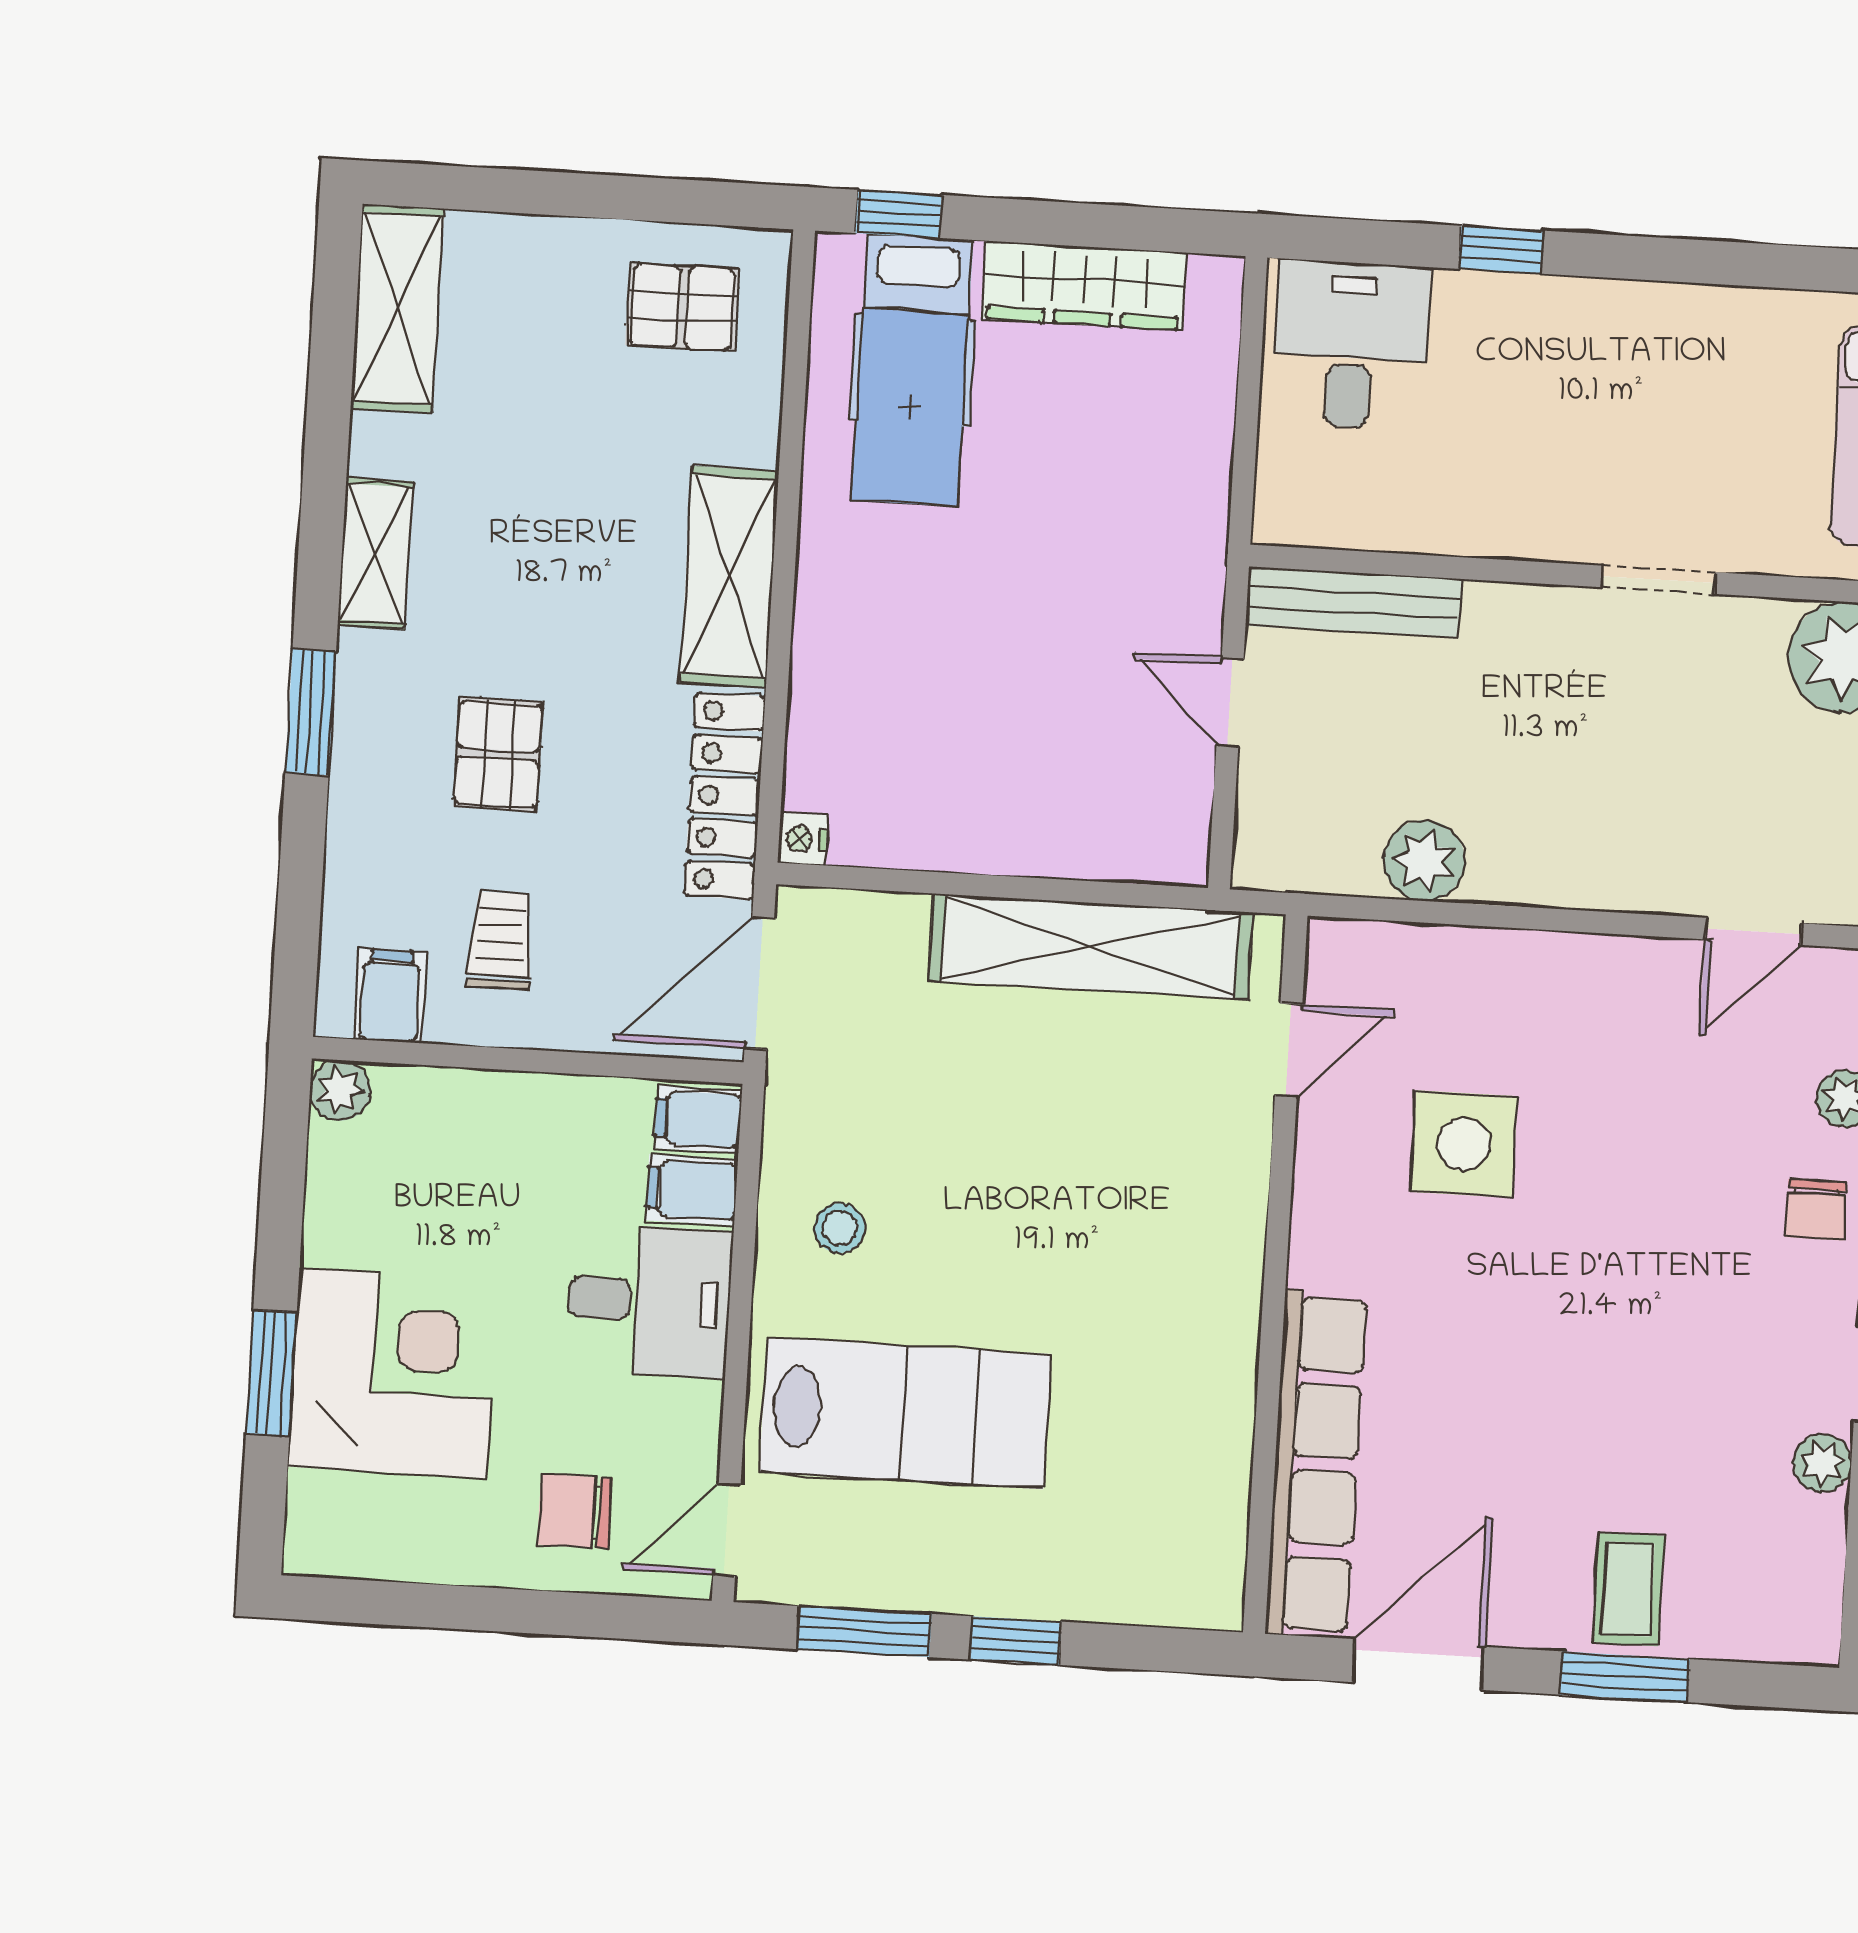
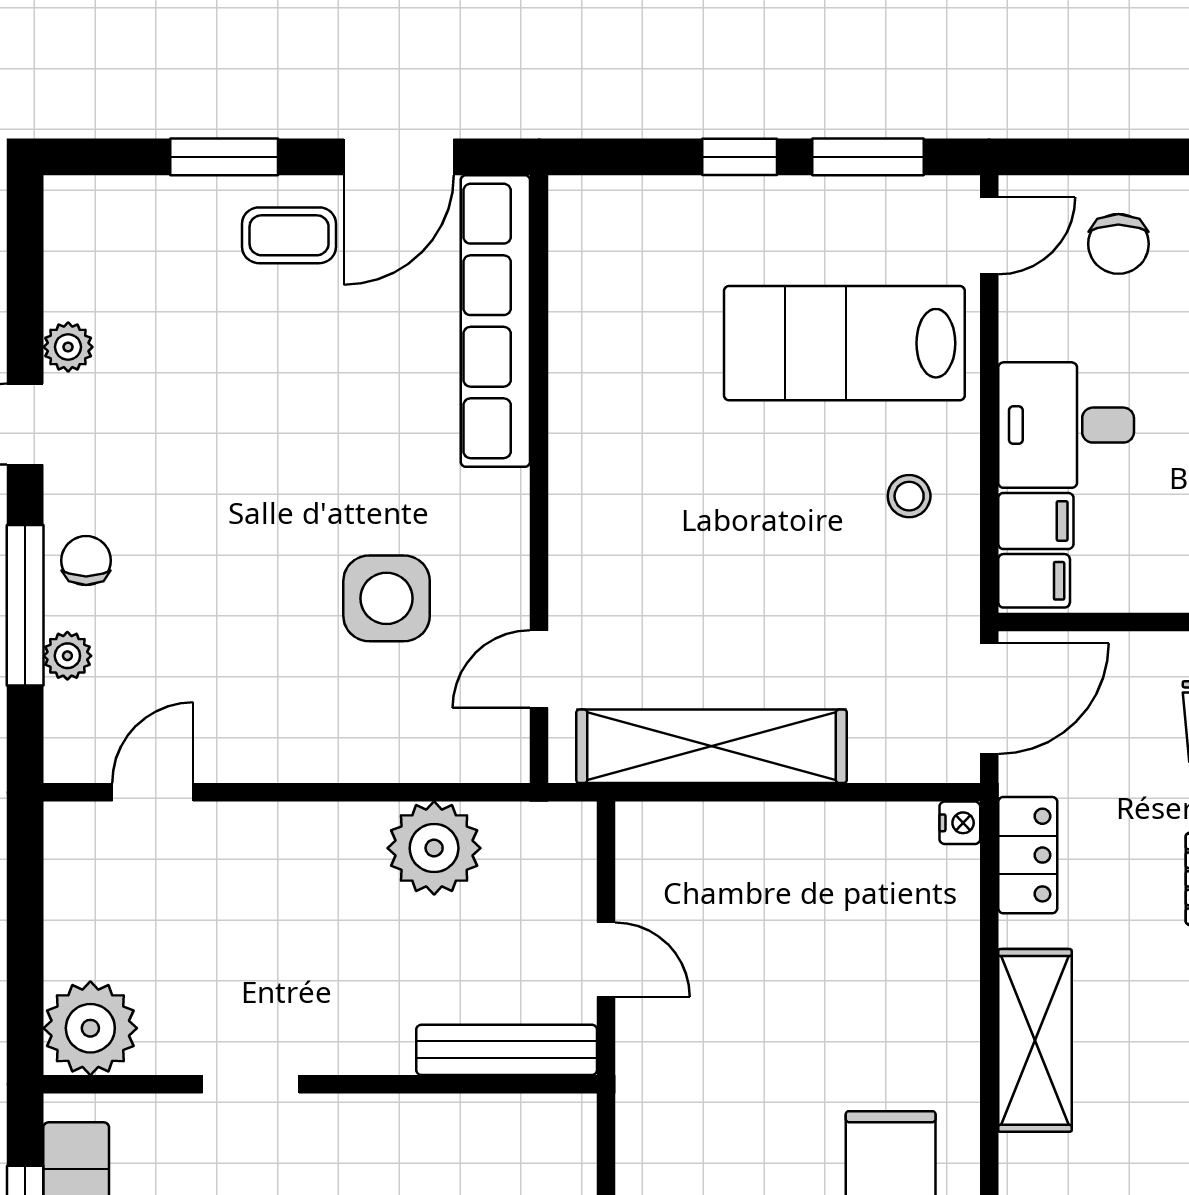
locker: (725, 796) -> (1028, 855), width x0.66
plant: (1424, 861) -> (434, 848), width x1.36, depth x1.36
chair: (575, 1511) -> (1118, 244), turned 90
coffee table: (1628, 1589) -> (289, 235), moved, turned 90

